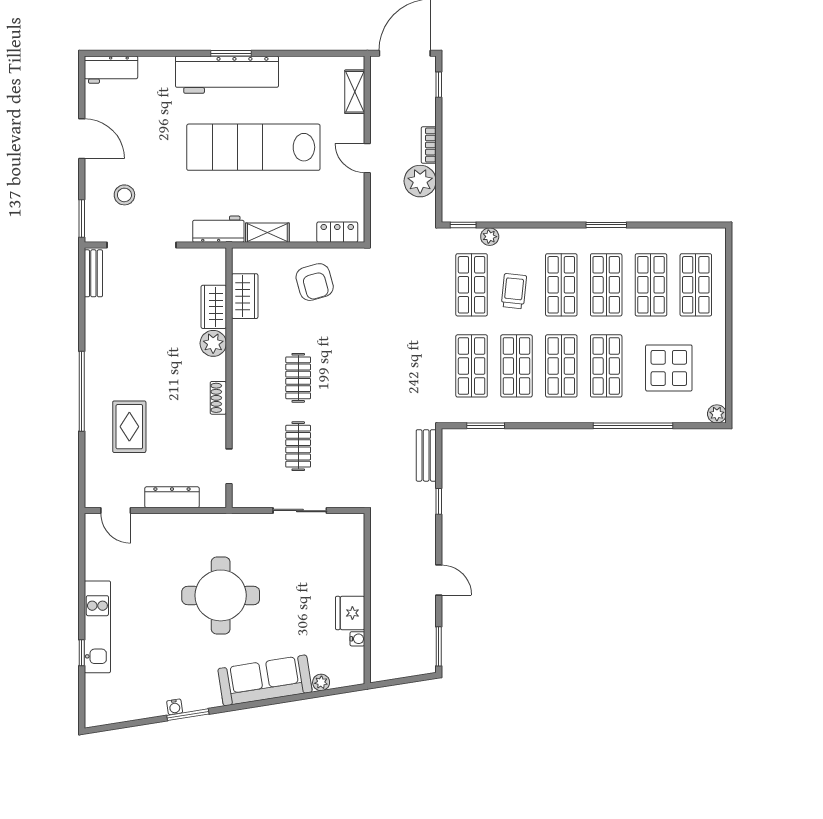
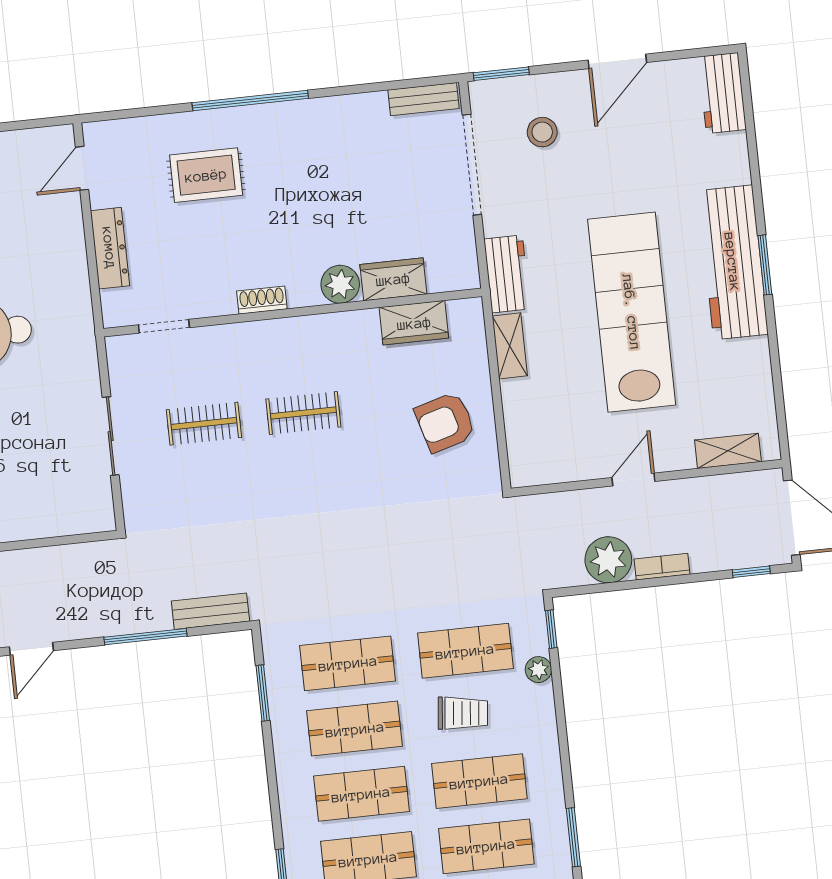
locker: (337, 232) -> (521, 447), removed
window: (439, 501) -> (145, 637), width x2.17

